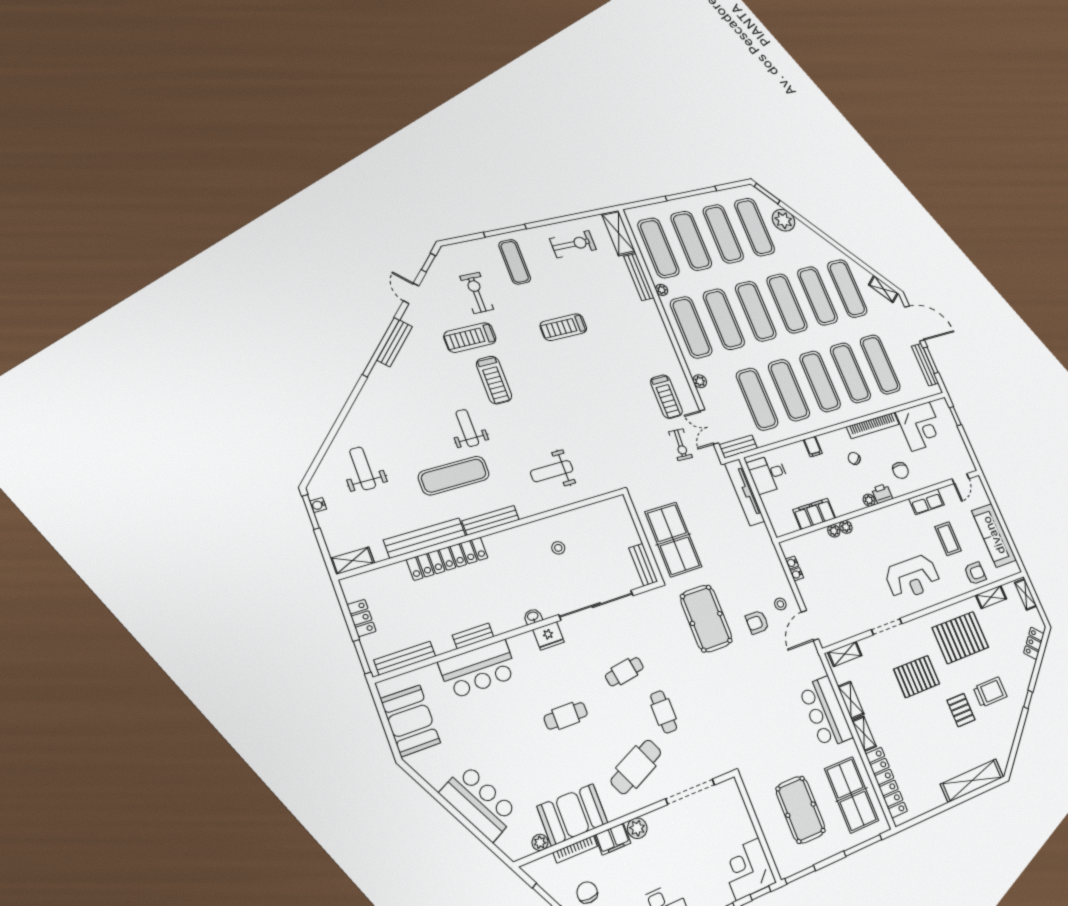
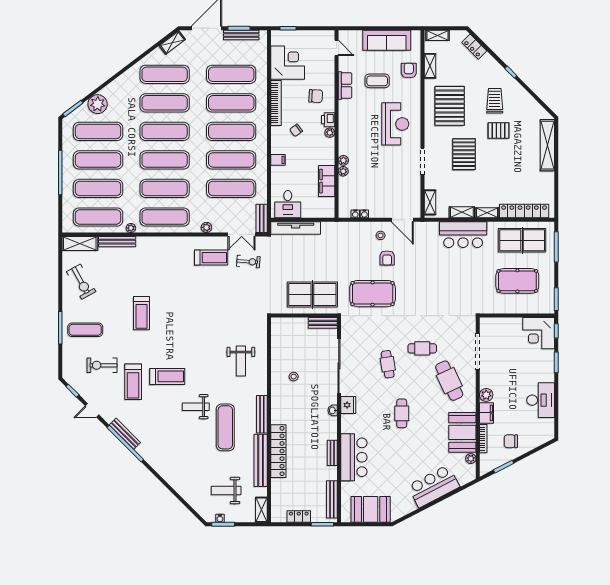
exercise bike: (573, 244) -> (81, 282), turned 151
weight bench: (363, 468) -> (226, 491), moved

